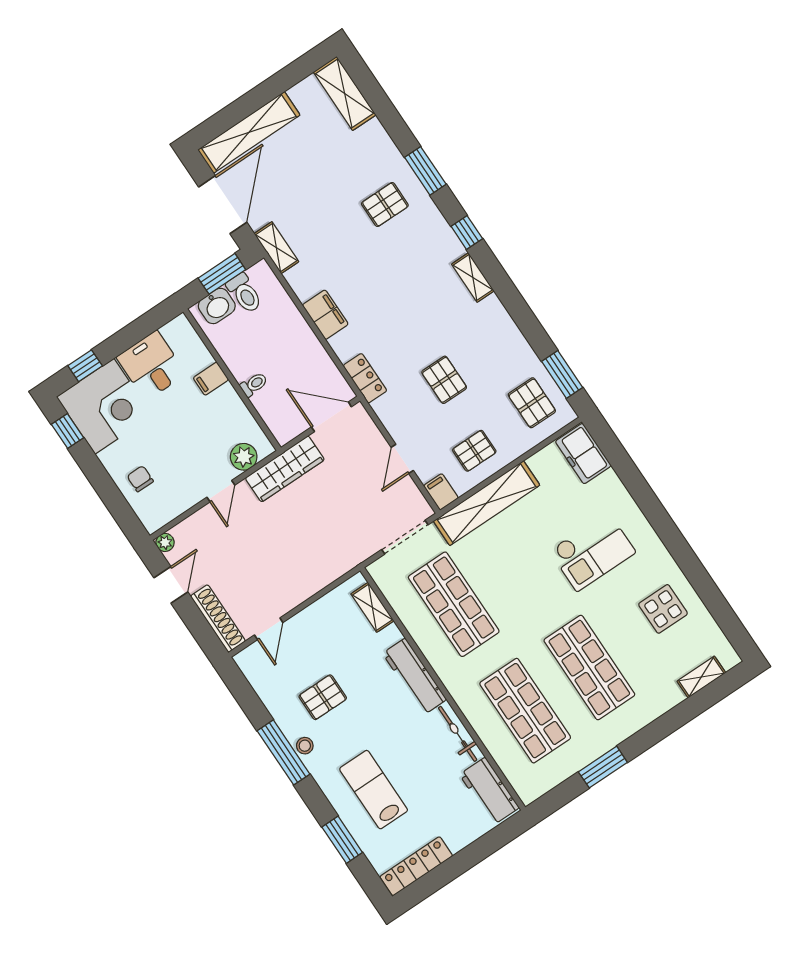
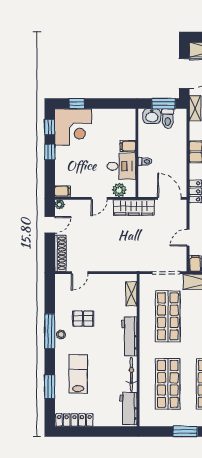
desk: (151, 366) -> (121, 166), moved, turned 90
window: (94, 470) -> (50, 152), added
chair: (140, 479) -> (68, 169), removed
filing cabinet: (156, 519) -> (63, 191), added

